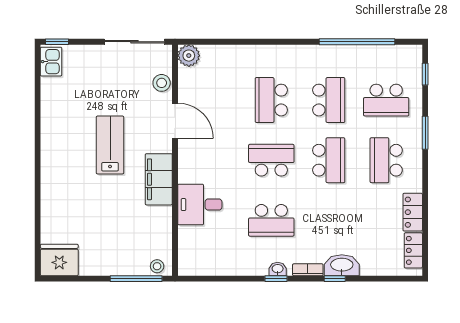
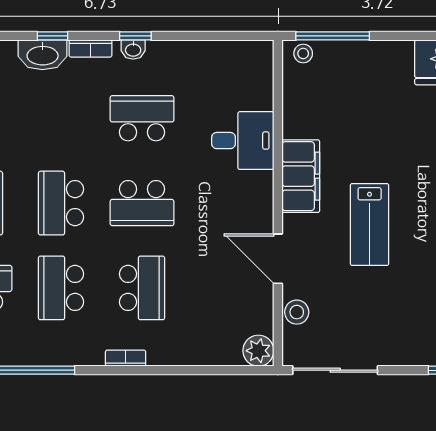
bookcase: (283, 50) -> (126, 358), added

